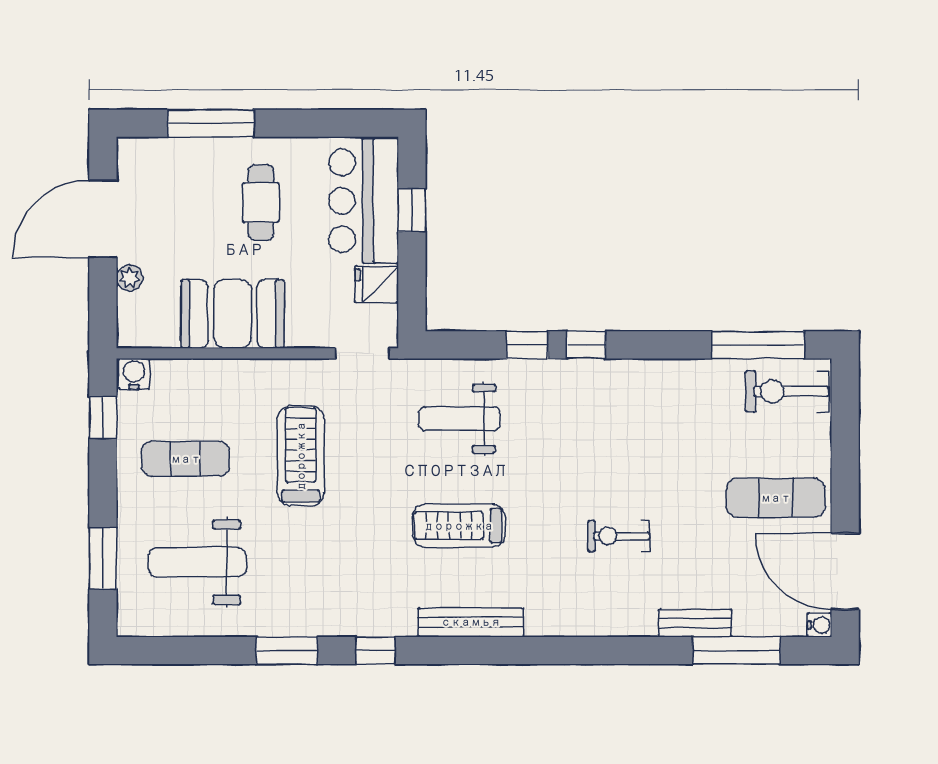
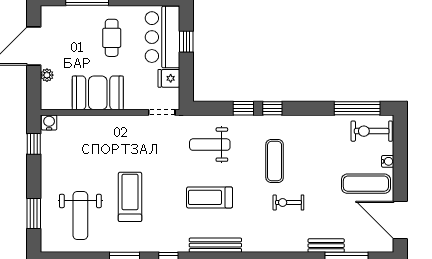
treadmill: (301, 456) -> (130, 197), moved
exercise mat: (186, 459) -> (275, 161), moved, turned 90
weight bench: (197, 562) -> (80, 215), turned -90
water cooler: (820, 625) -> (388, 161), moved

